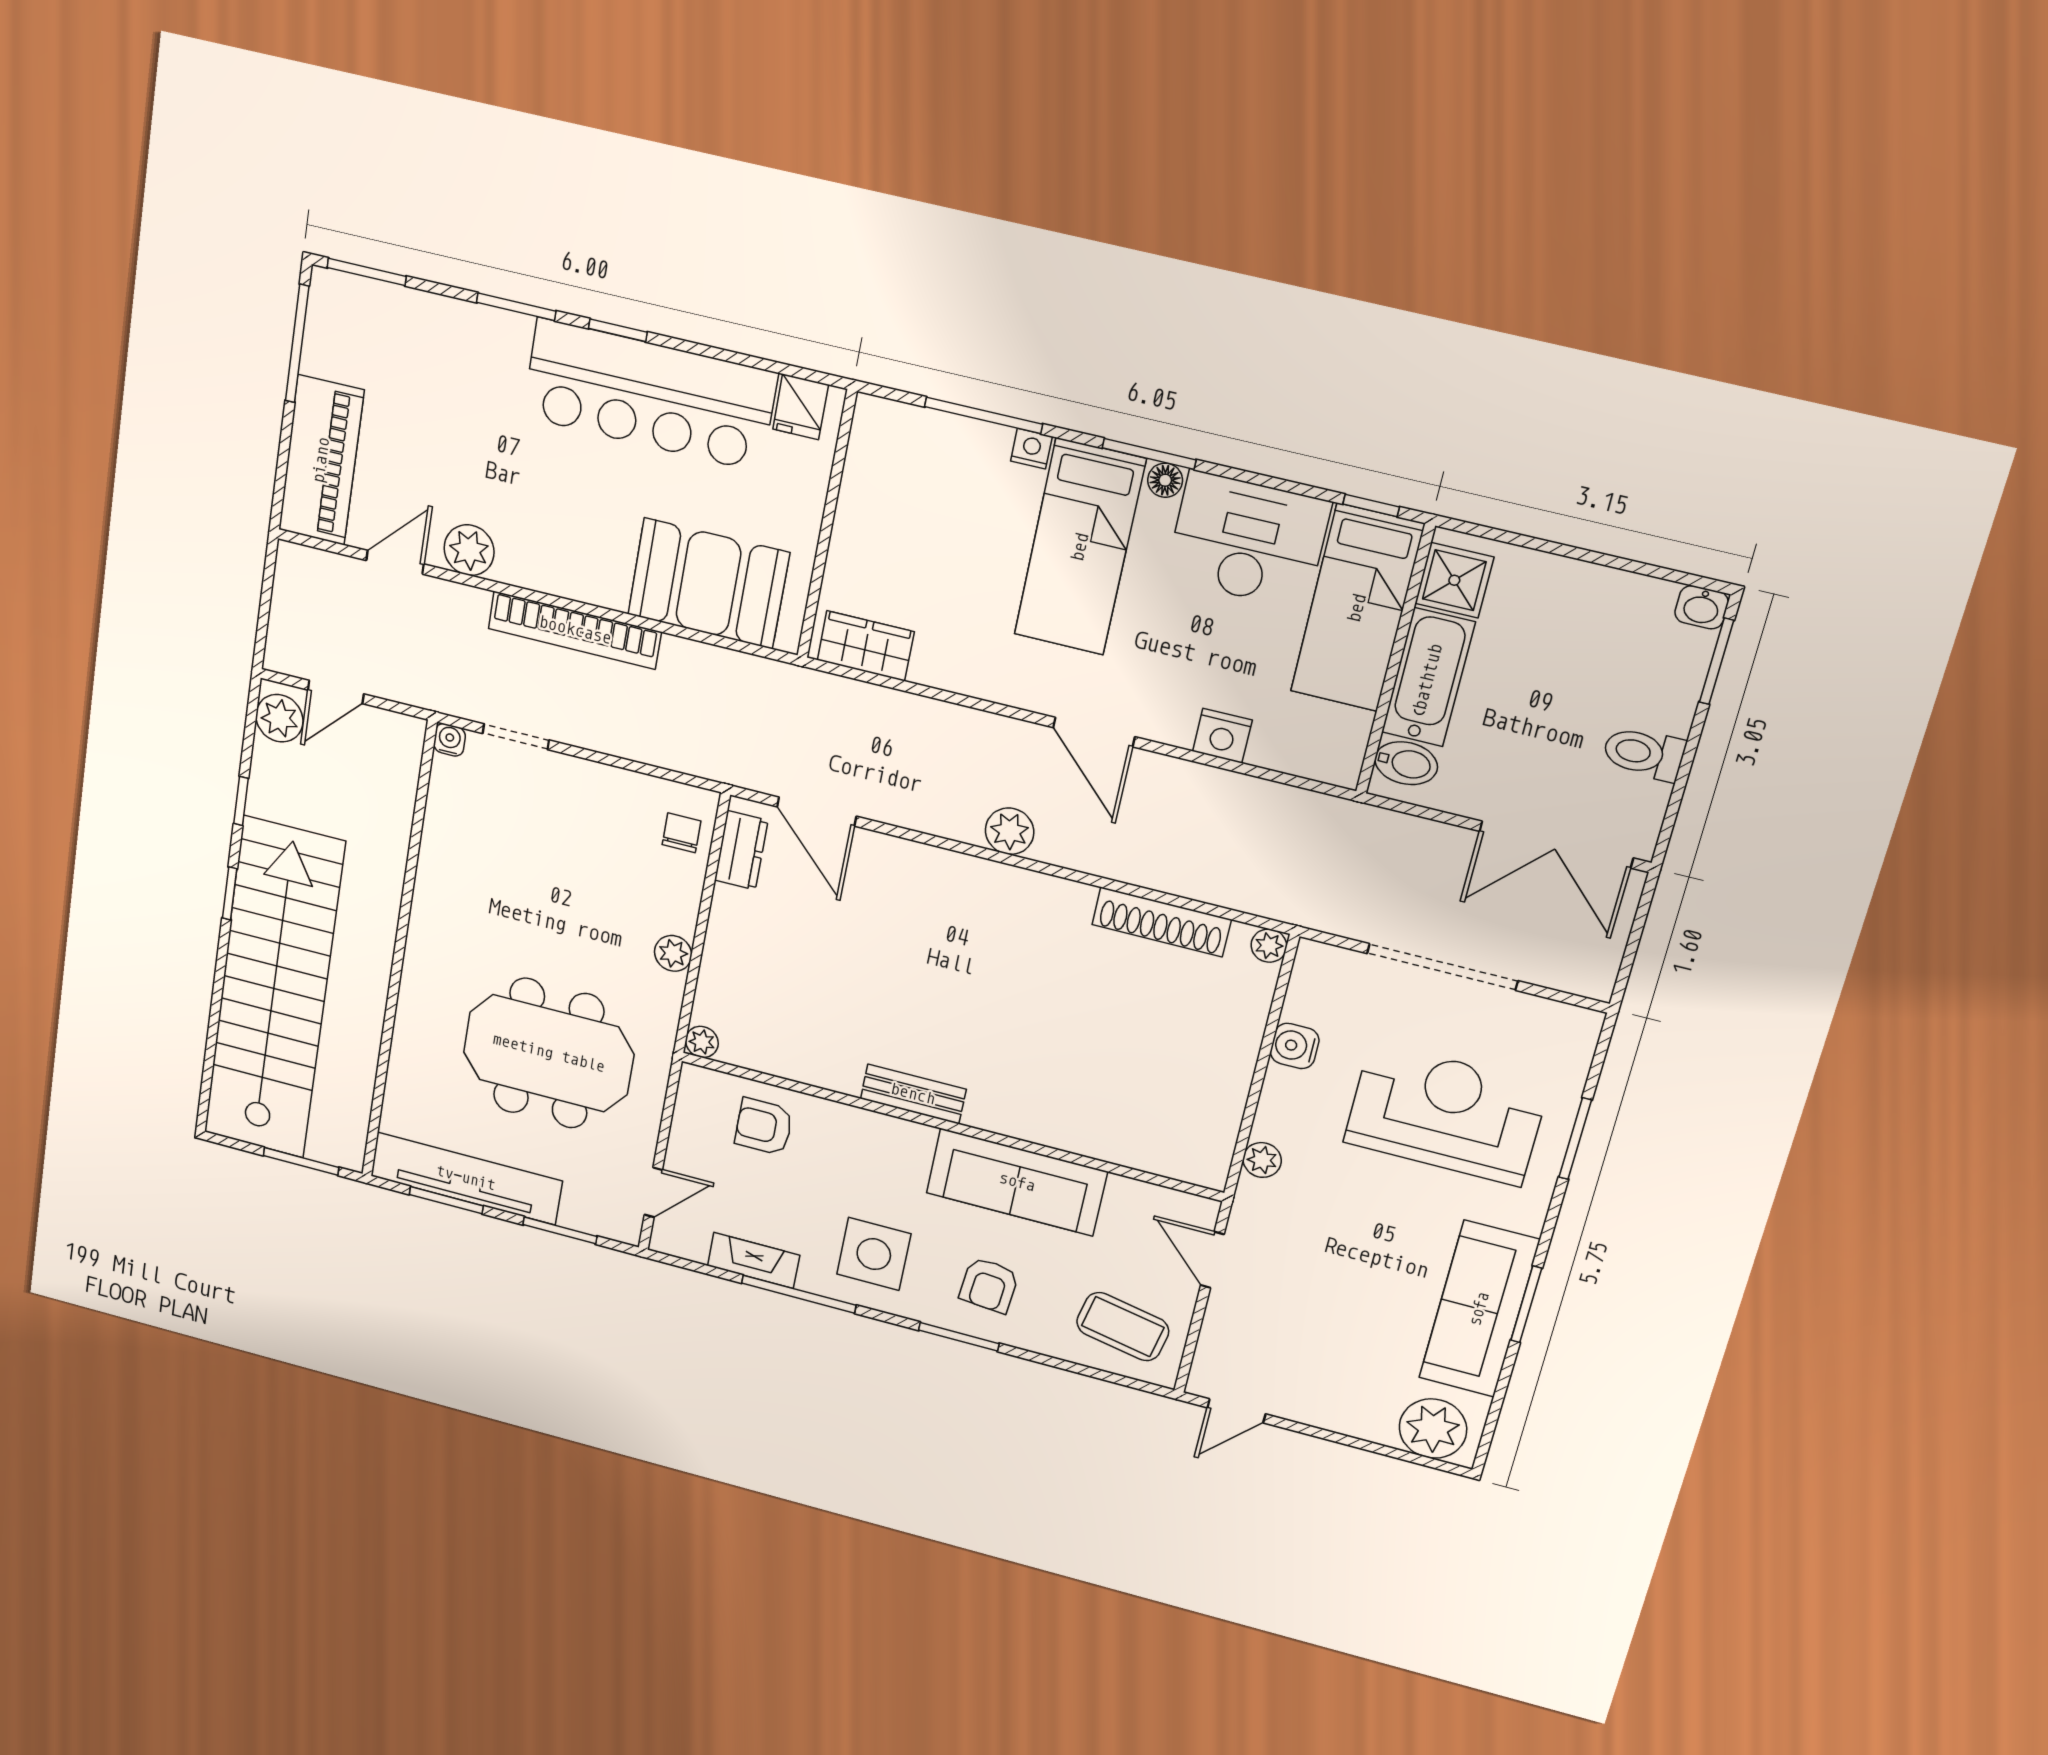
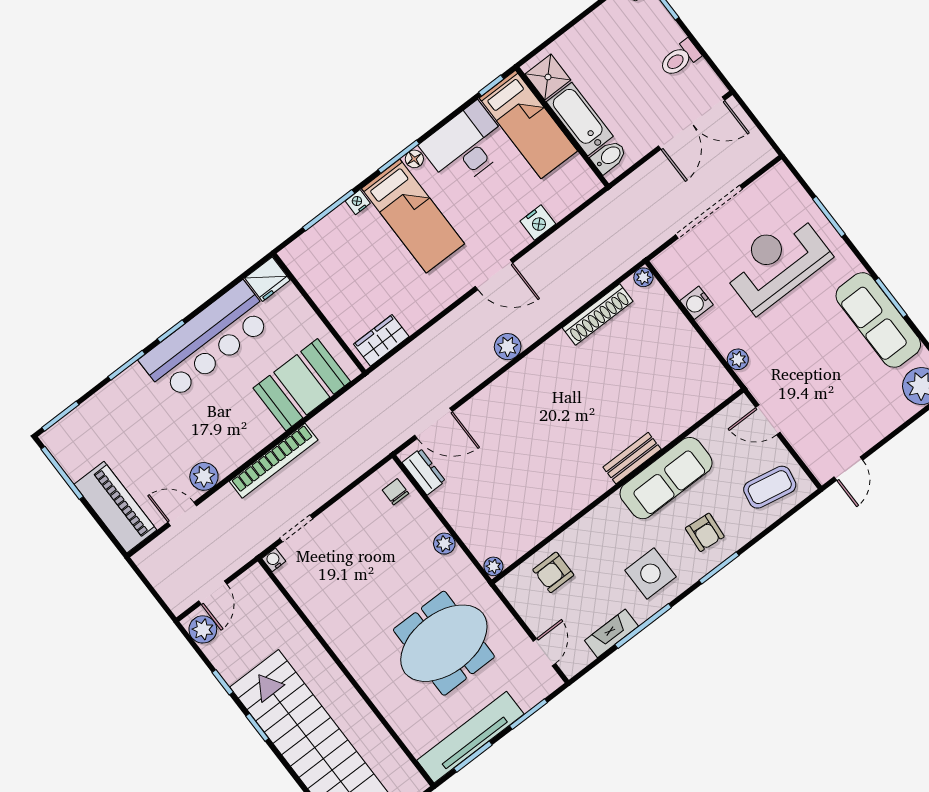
fridge: (801, 407) -> (267, 279), width x1.38
door: (395, 562) -> (182, 514), hinge flipped
bench: (913, 1094) -> (632, 458), moved

